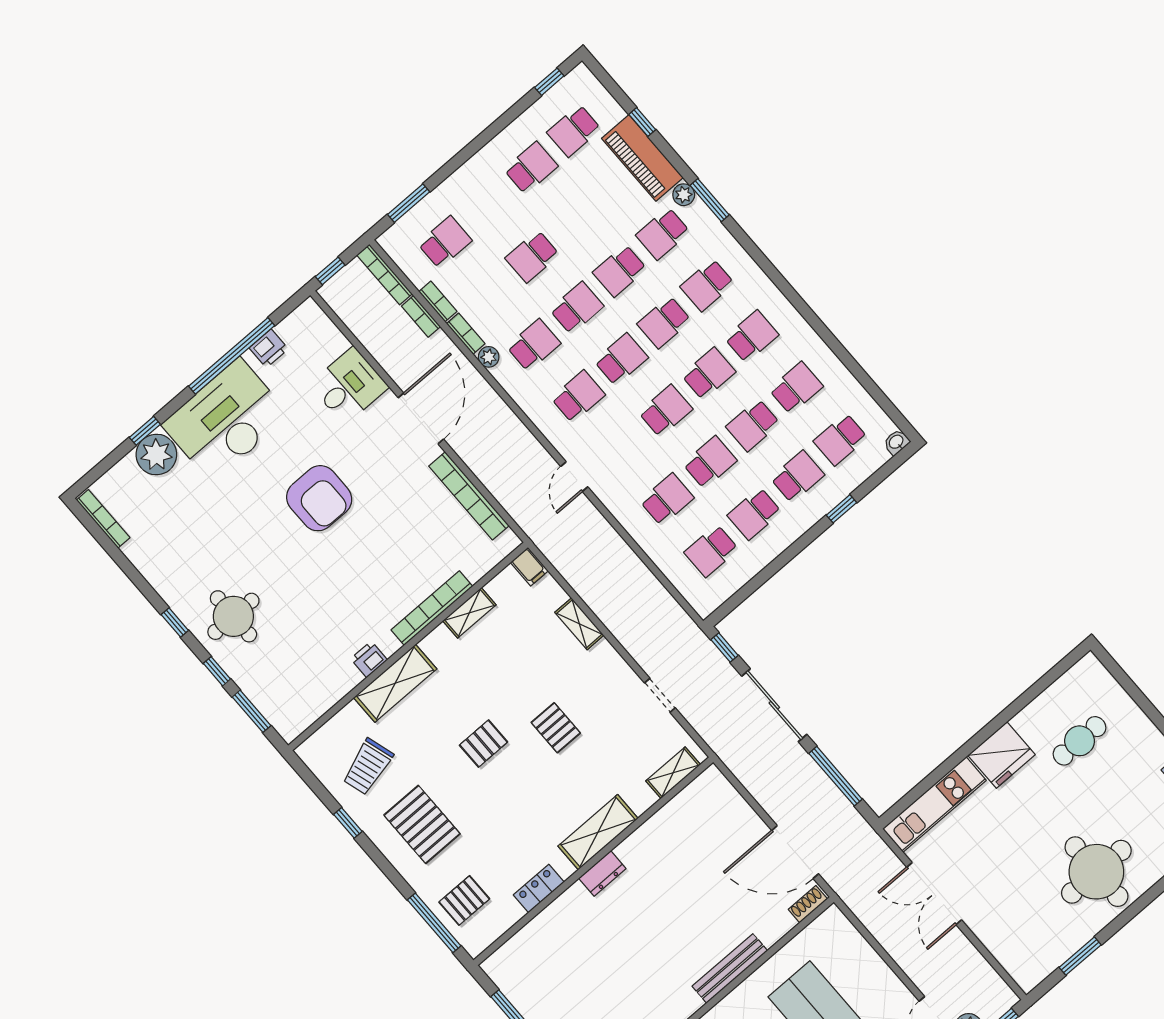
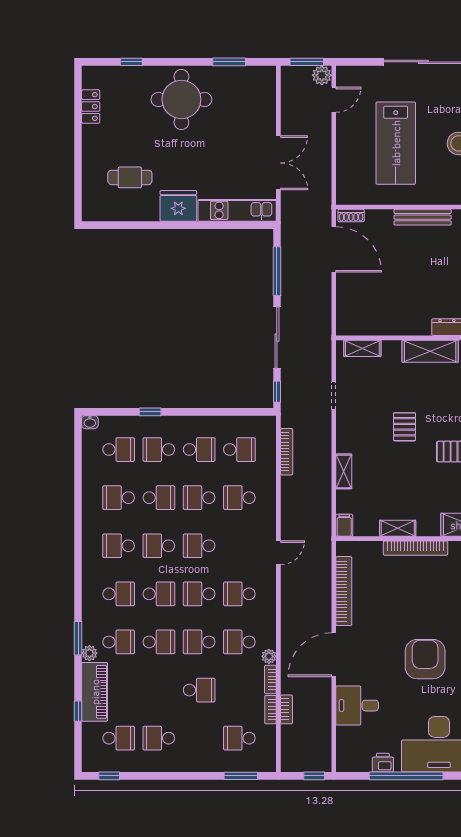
bookcase: (384, 274) -> (287, 452), moved

